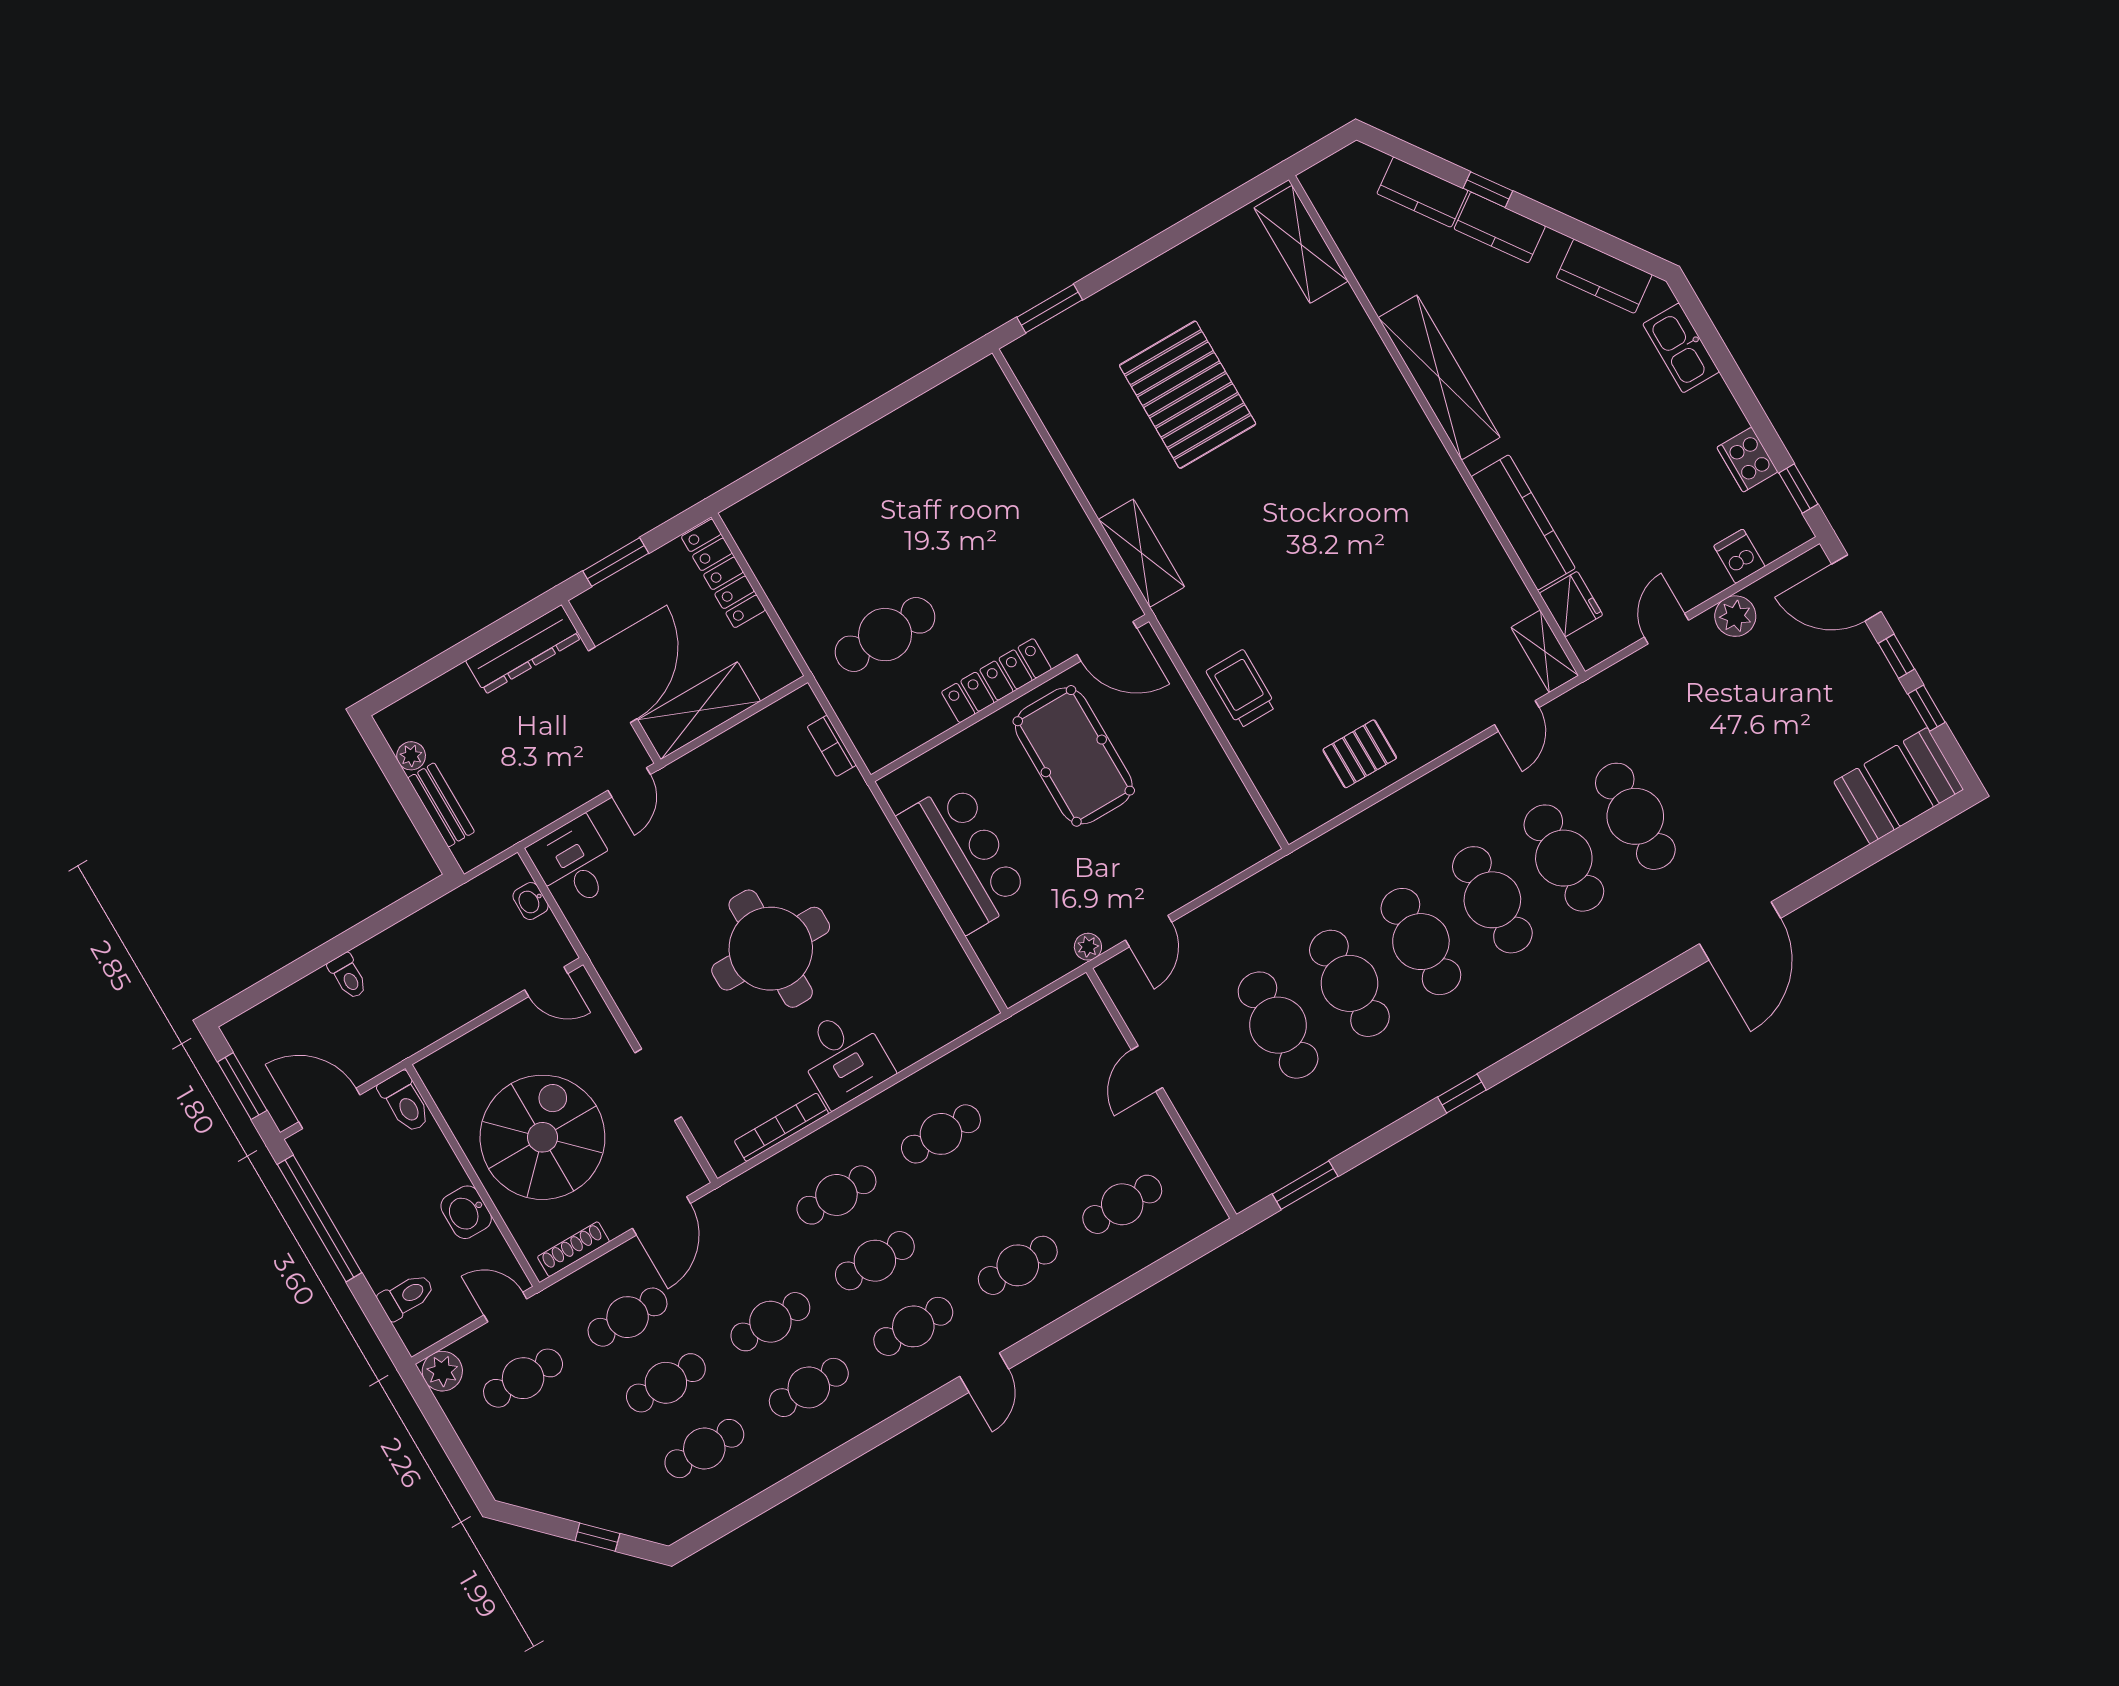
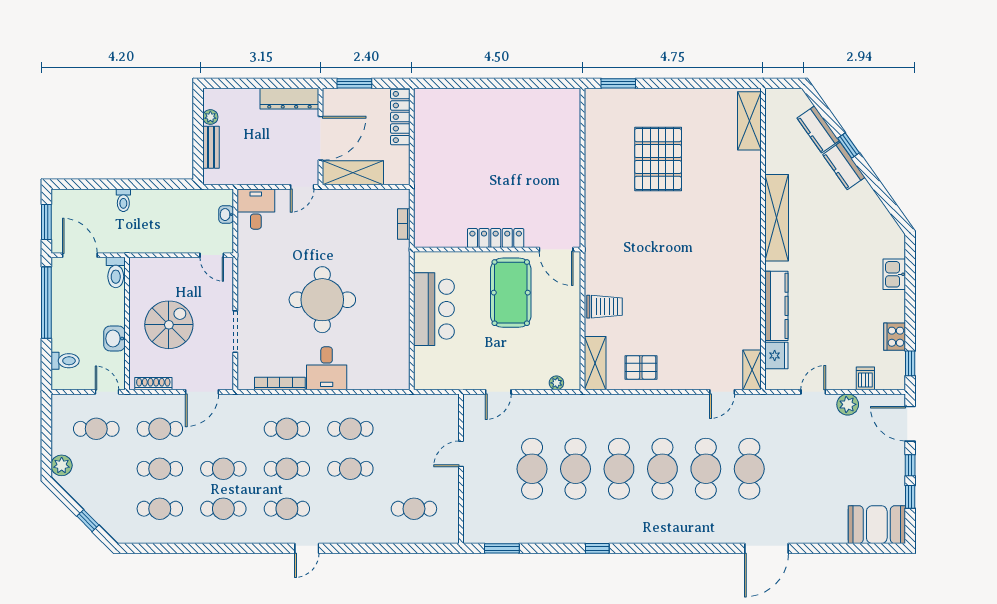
kitchen counter: (1604, 276) -> (878, 216), removed
kitchen sink: (1681, 348) -> (894, 274), width x0.73
shelving: (1141, 553) -> (595, 363), moved
cafe table: (885, 635) -> (457, 188), removed
trolley: (1241, 689) -> (604, 307), turned 90
plant: (1088, 947) -> (556, 383), moved
spiral stairs: (542, 1137) -> (169, 325), width x0.73, depth x0.73
cafe table: (1018, 1265) -> (350, 469), moved
plant: (442, 1371) -> (62, 465), moved

